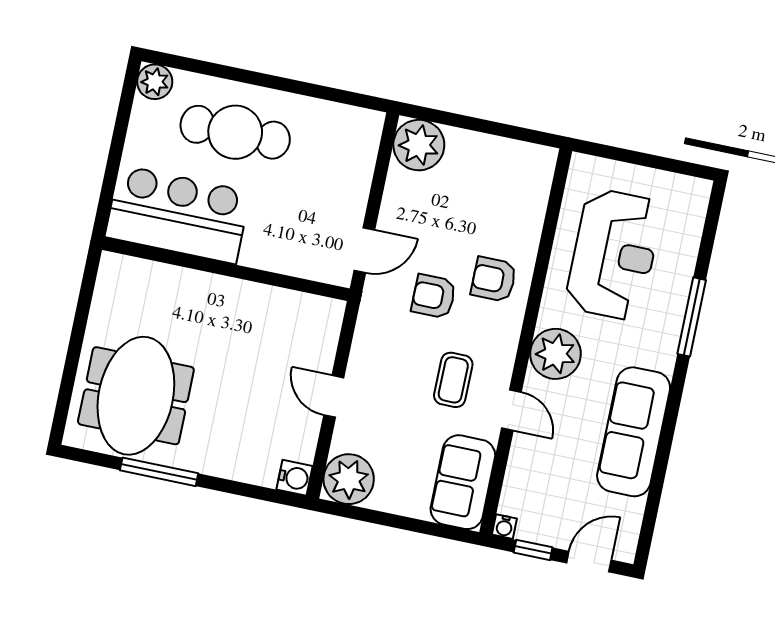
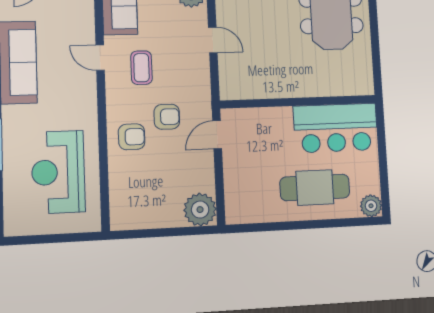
plant: (555, 354) -> (81, 100), removed

